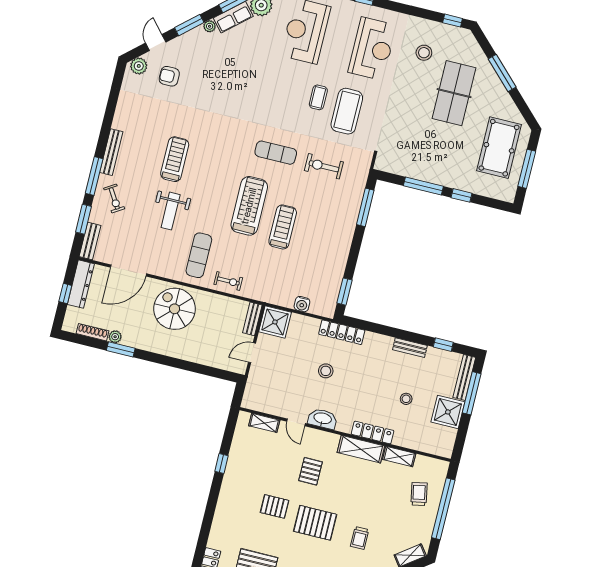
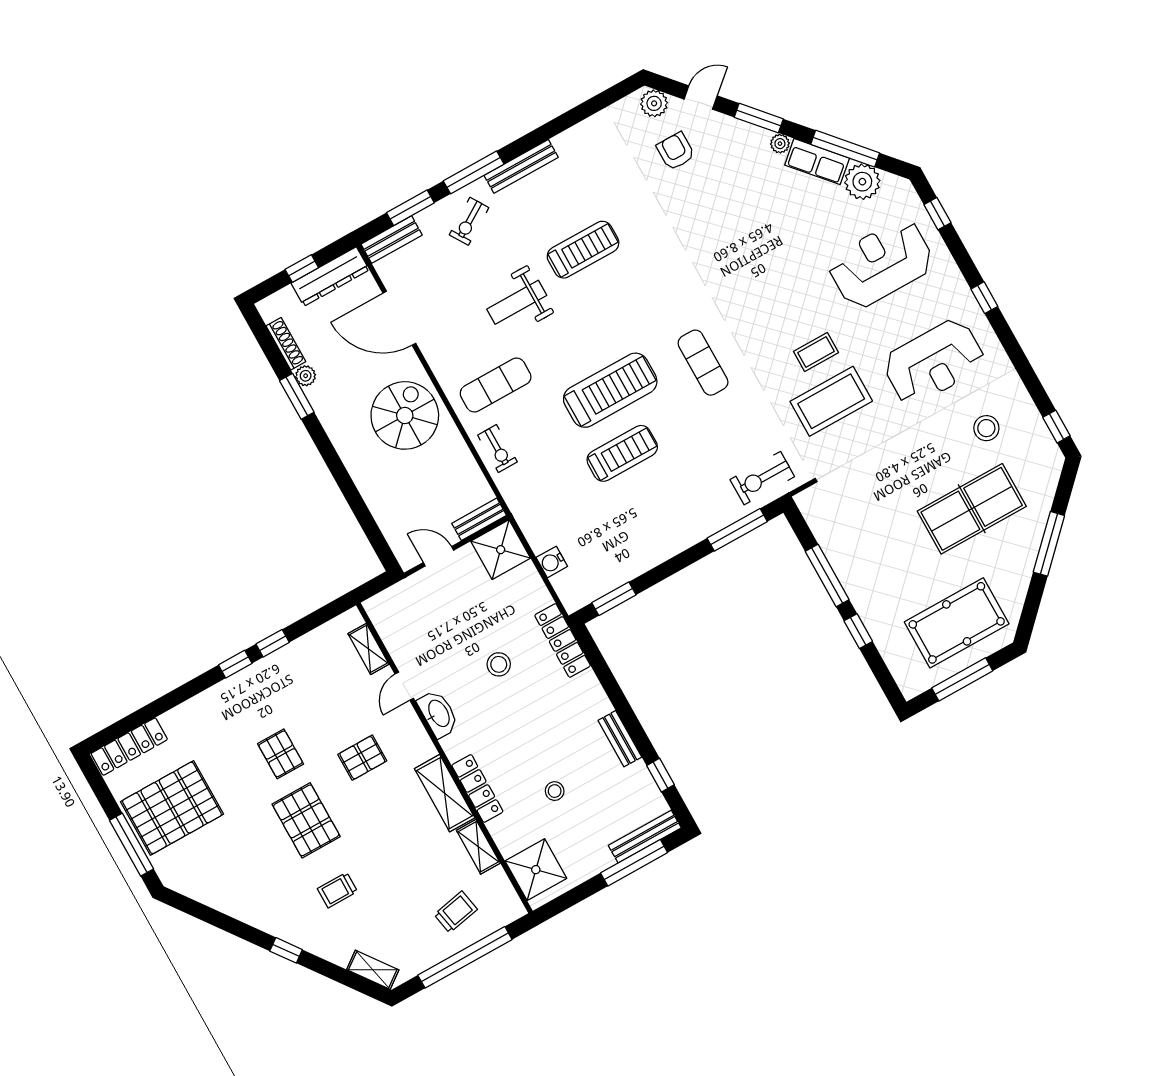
exercise bike: (324, 166) -> (762, 478), moved, turned -90
shower: (448, 412) -> (536, 870), moved
window: (215, 489) -> (235, 664), added

